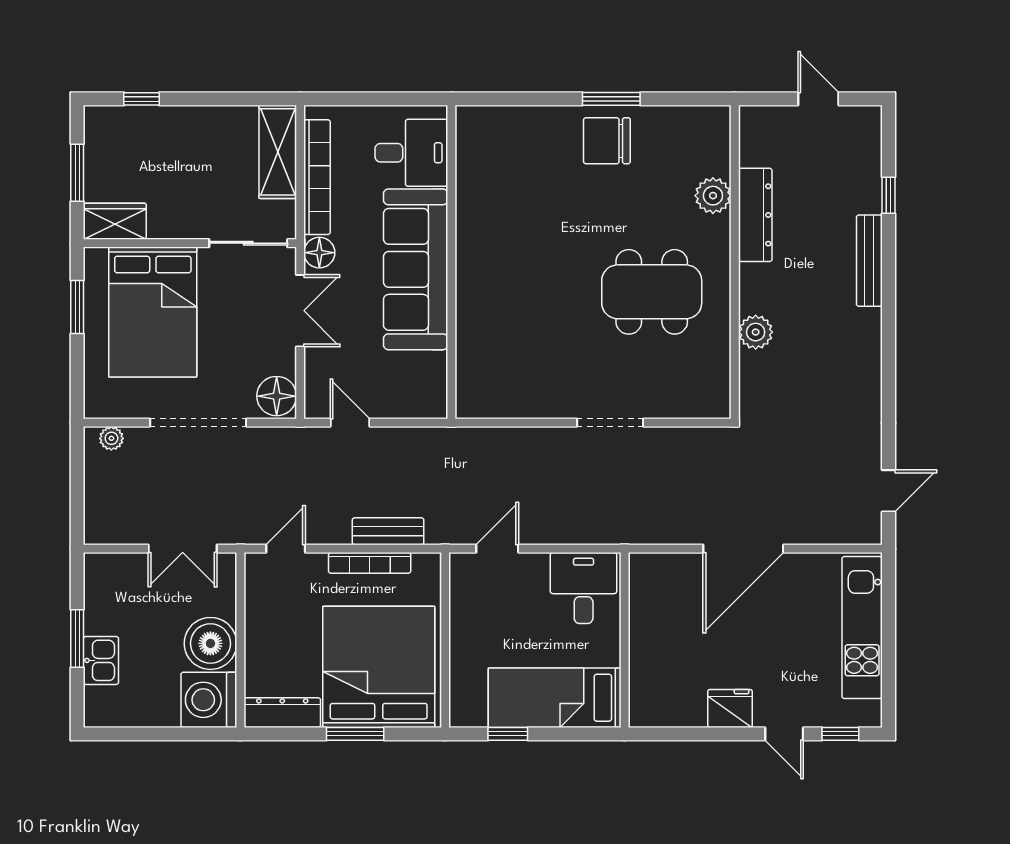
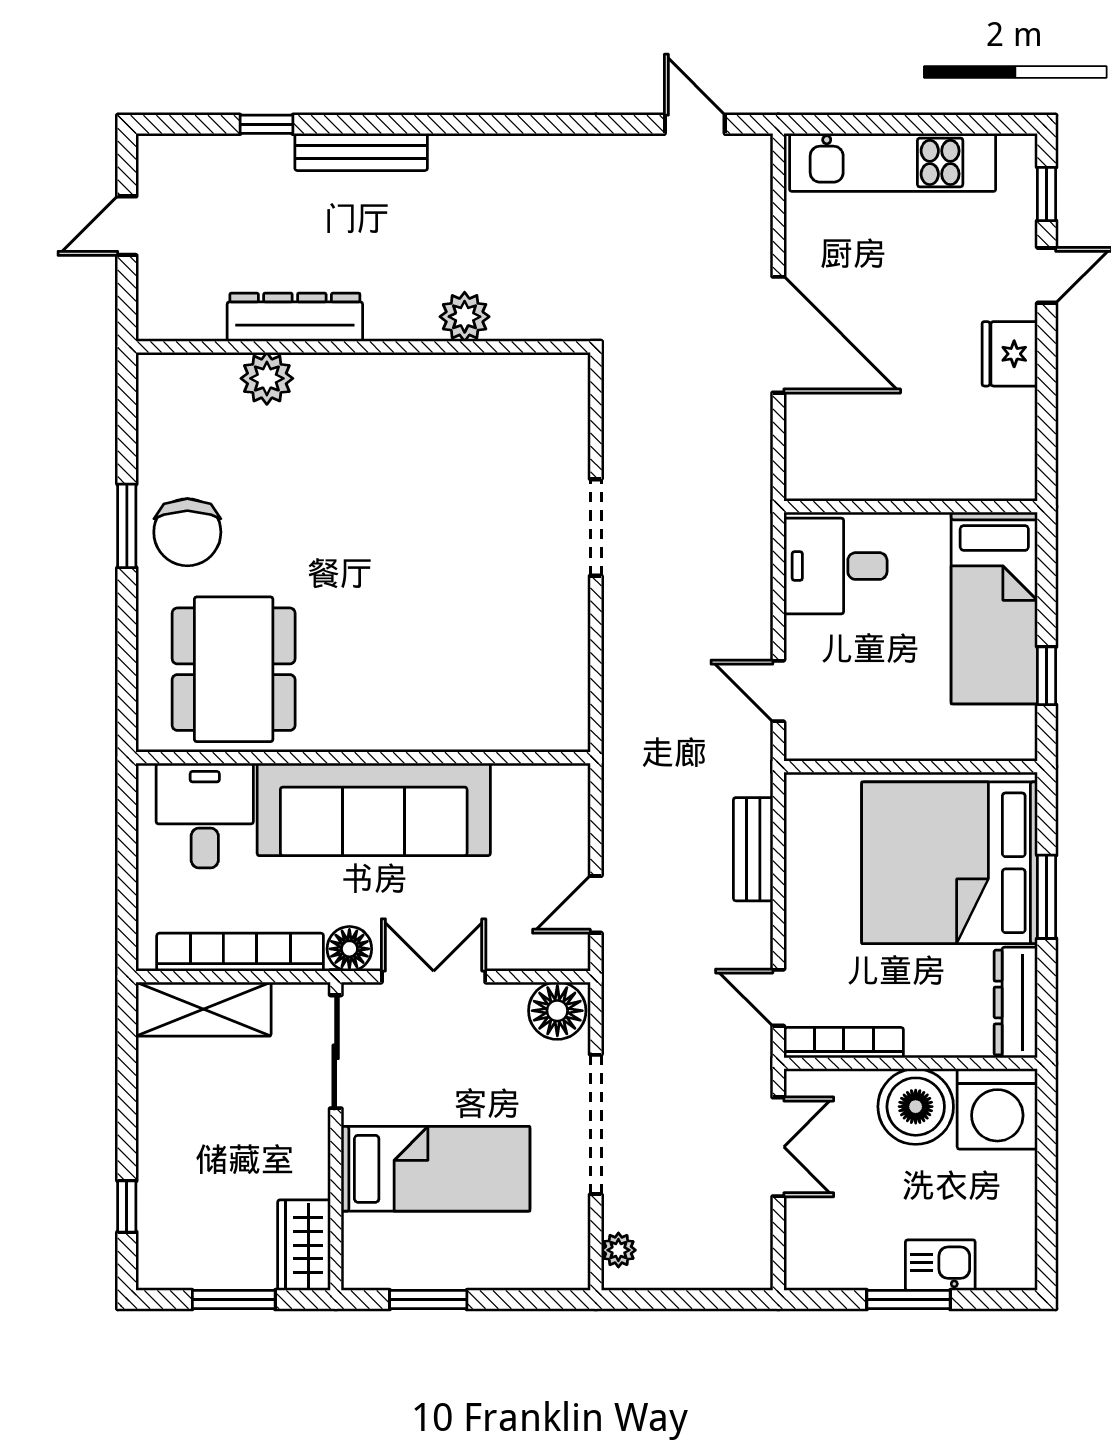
dining table: (652, 292) -> (234, 669), moved
bed: (153, 312) -> (436, 1169), width x0.67
bookcase: (370, 563) -> (844, 1043), moved, turned -90

